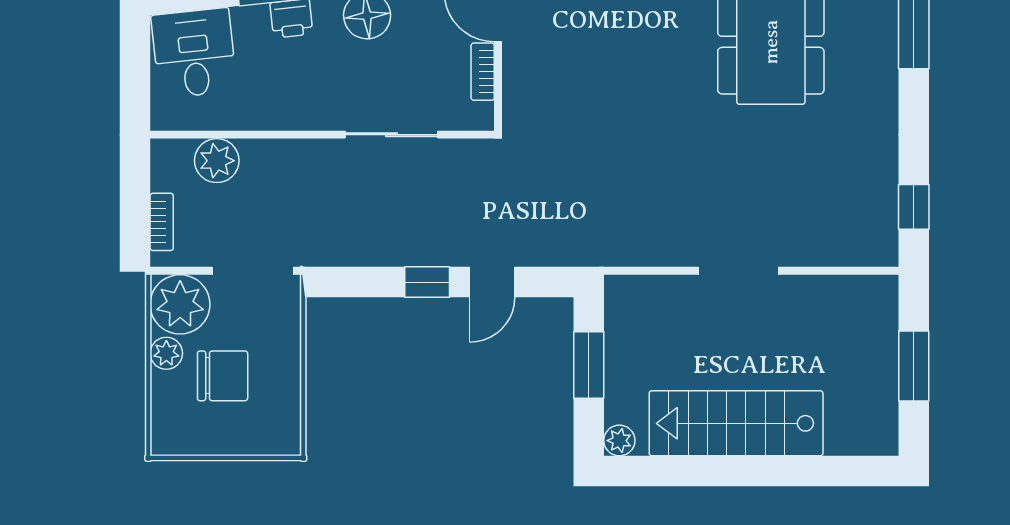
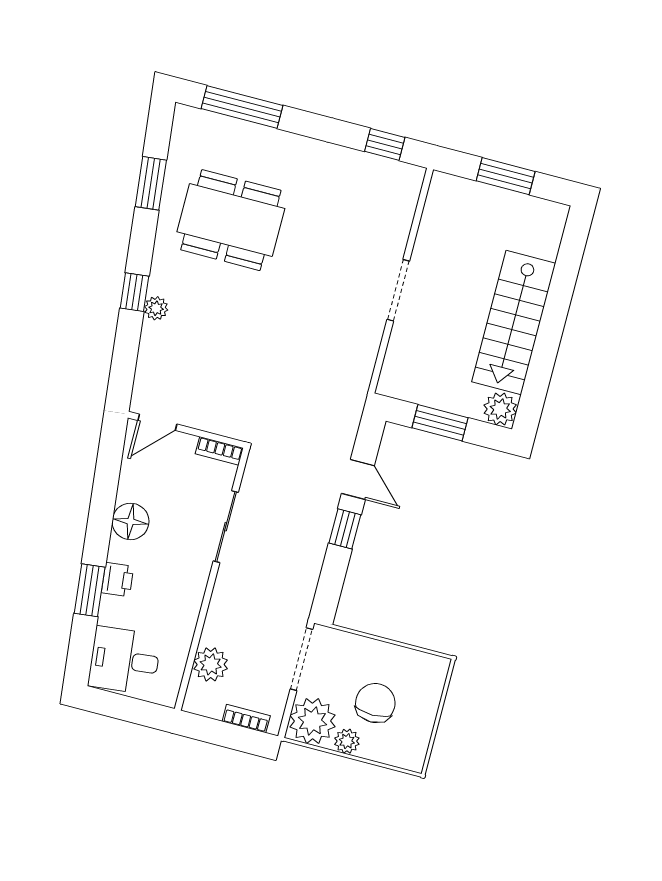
bookcase: (483, 72) -> (219, 451), moved
plant: (619, 441) -> (500, 409), width x1.38, depth x1.38

